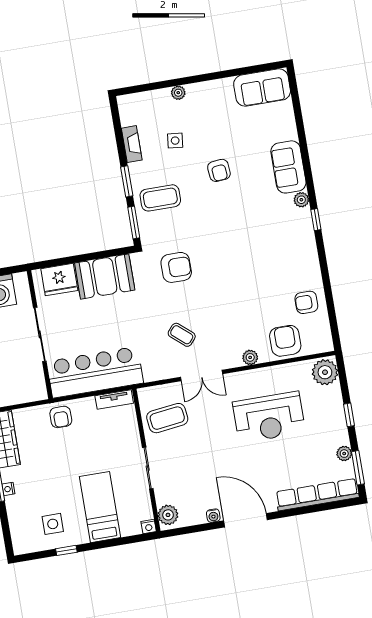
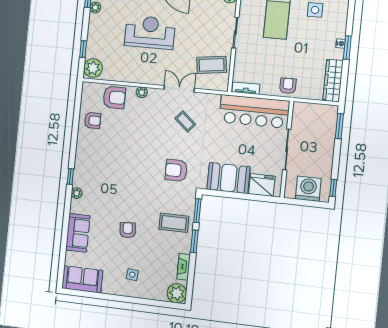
plant: (178, 93) -> (177, 293), moved, width x1.88, depth x1.88
side table: (175, 141) -> (132, 275), moved
sofa: (288, 167) -> (78, 233), moved
armchair: (285, 341) -> (114, 97), turned -90
window: (349, 415) -> (83, 49), moved
reception desk: (269, 417) -> (150, 32), moved

